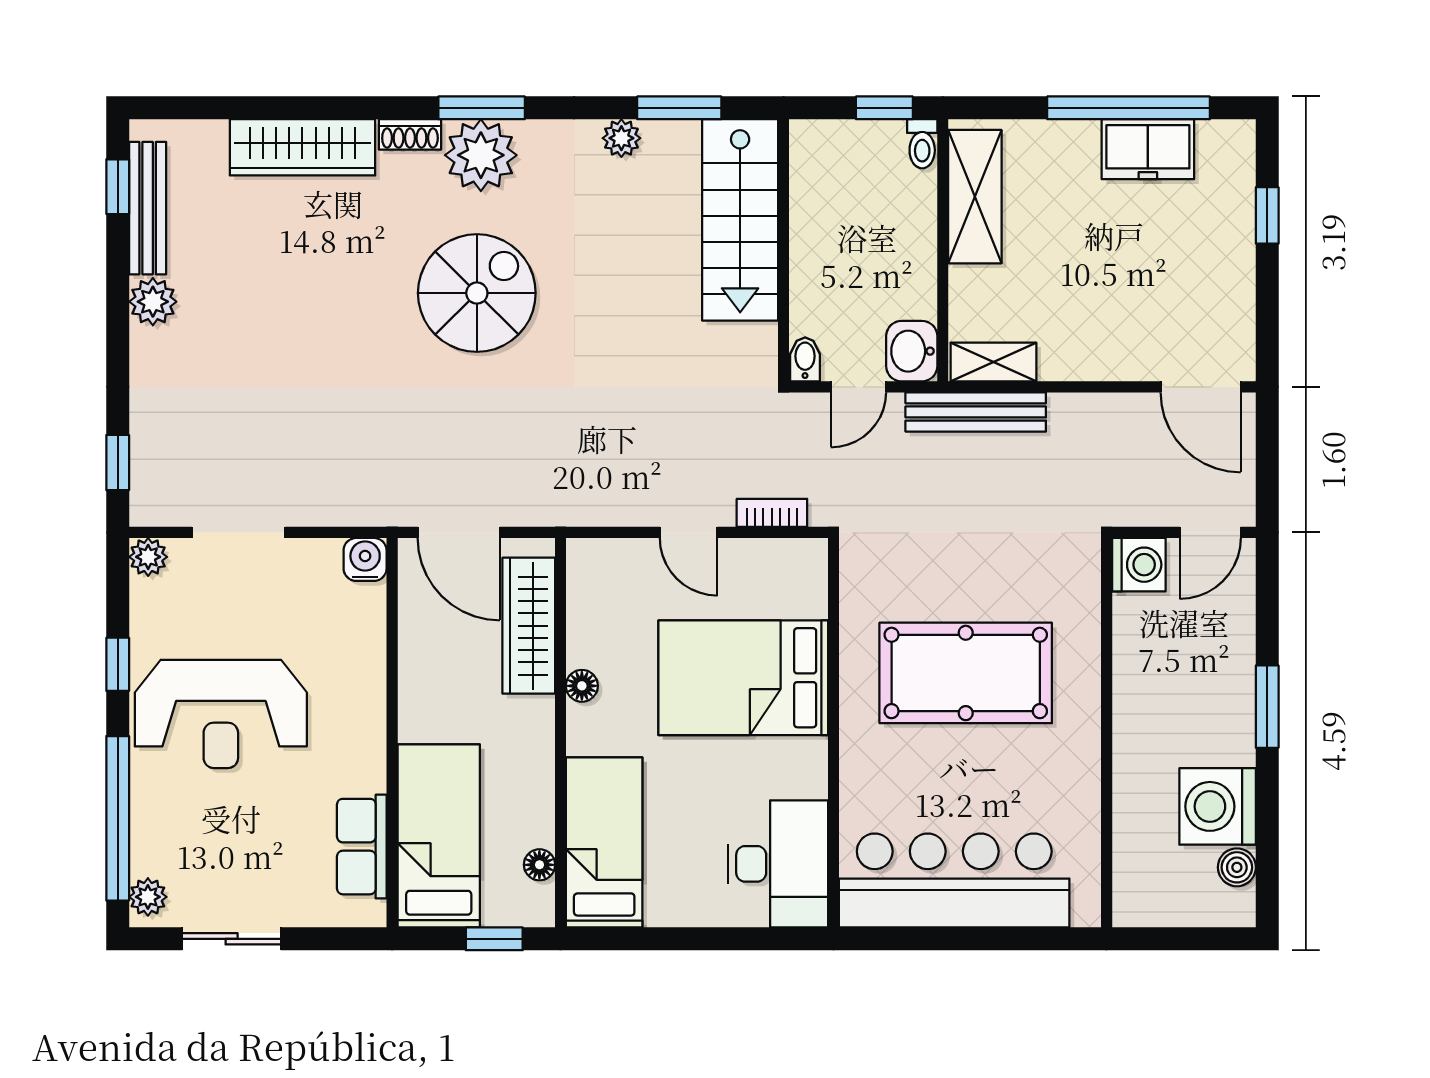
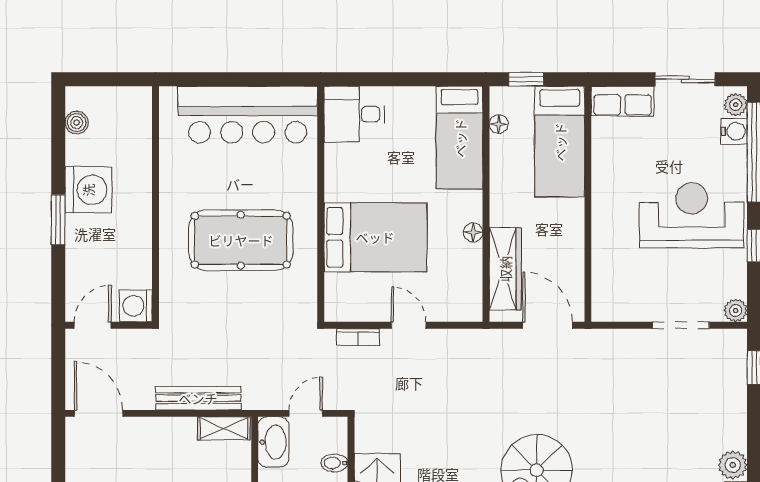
washbasin: (912, 351) -> (273, 442), width x1.38
bidet: (805, 359) -> (334, 463), moved, turned 90
bench: (976, 412) -> (198, 398), moved
water cooler: (365, 559) -> (734, 131), moved, turned -90
washing machine: (1218, 806) -> (88, 190), moved
row of seats: (362, 847) -> (623, 101), moved, turned 90
desk: (778, 864) -> (354, 114), width x0.73

